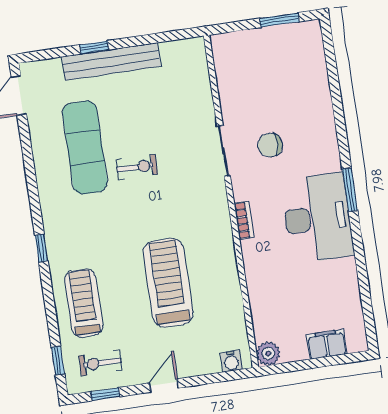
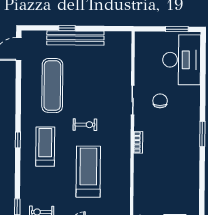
chair: (270, 145) -> (160, 101), turned 90
exercise bike: (137, 167) -> (85, 125), moved
desk: (317, 218) -> (182, 60), moved
treadmill: (84, 303) -> (45, 147), moved

